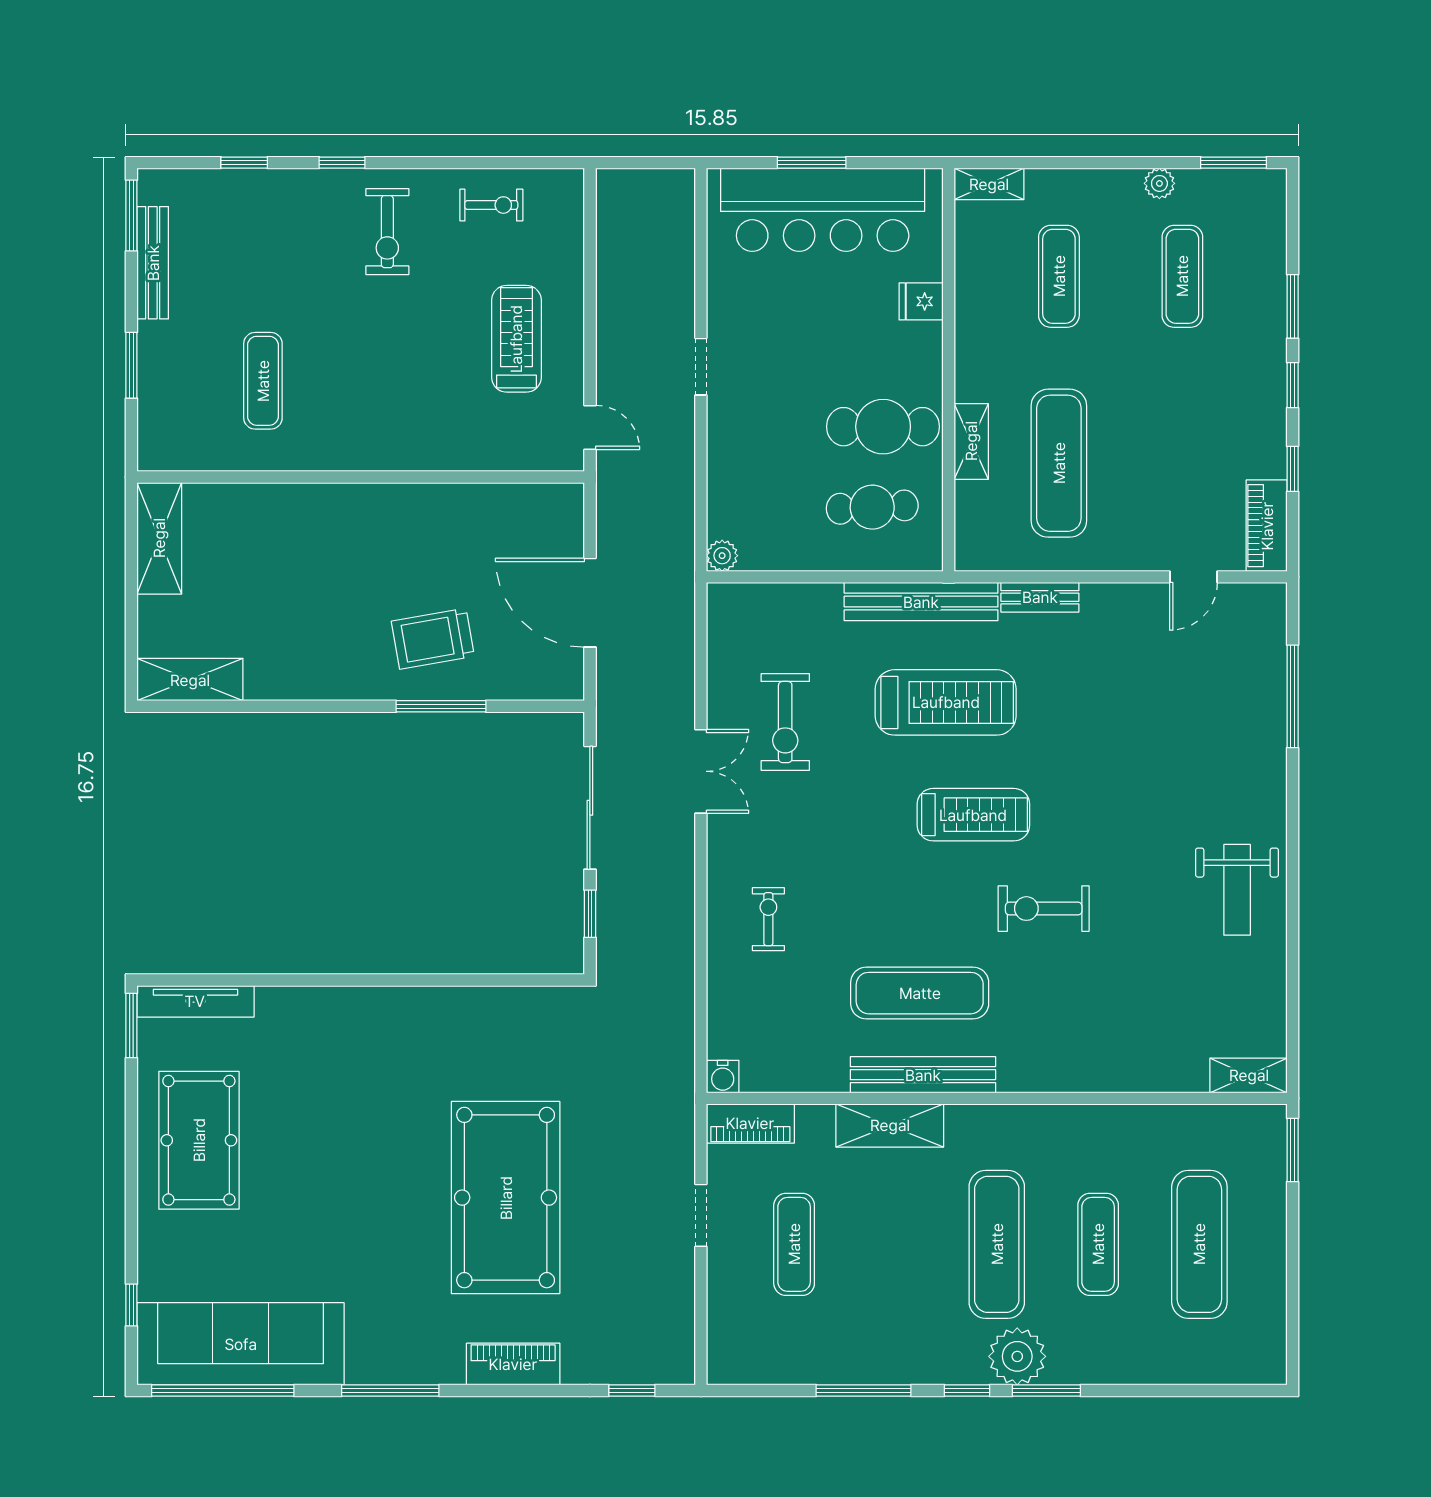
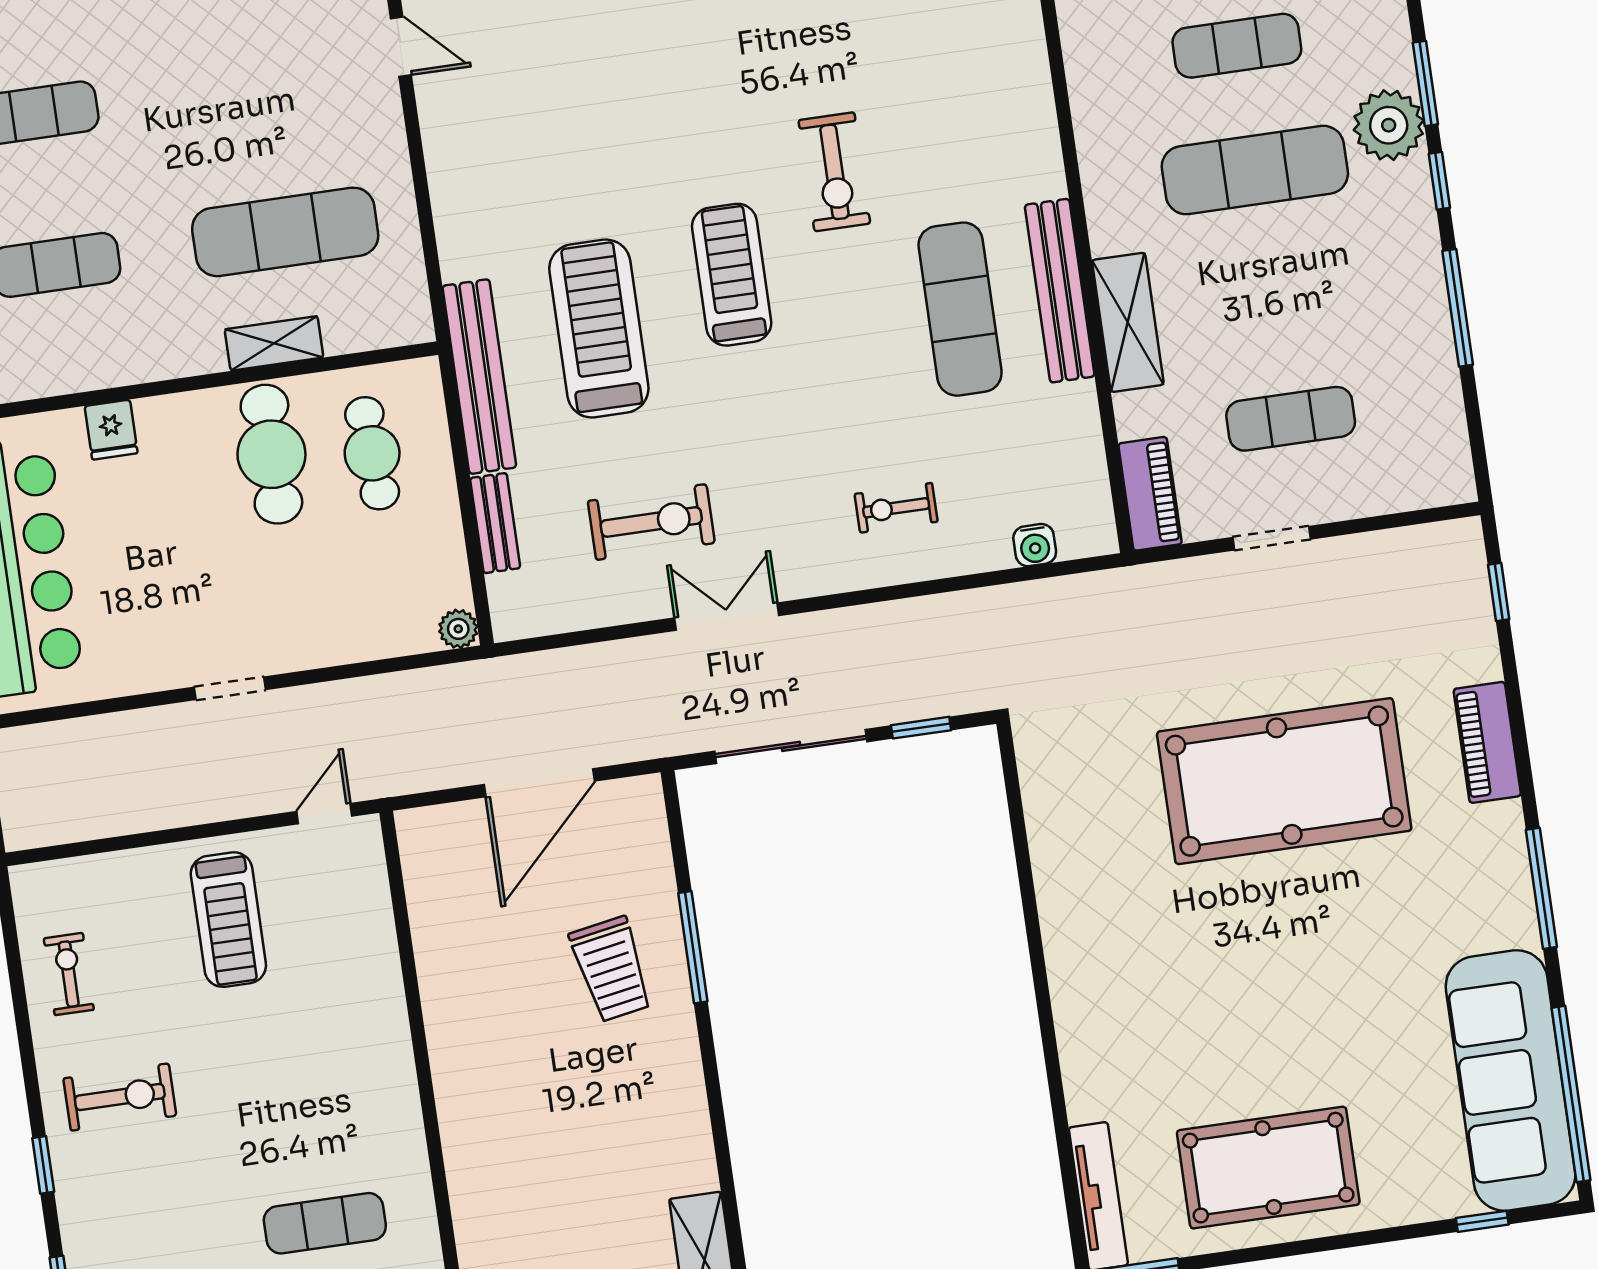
treadmill: (516, 339) -> (228, 920), turned -90
bench: (1040, 597) -> (495, 523), moved
water cooler: (723, 1077) -> (1035, 545), moved, turned 90

